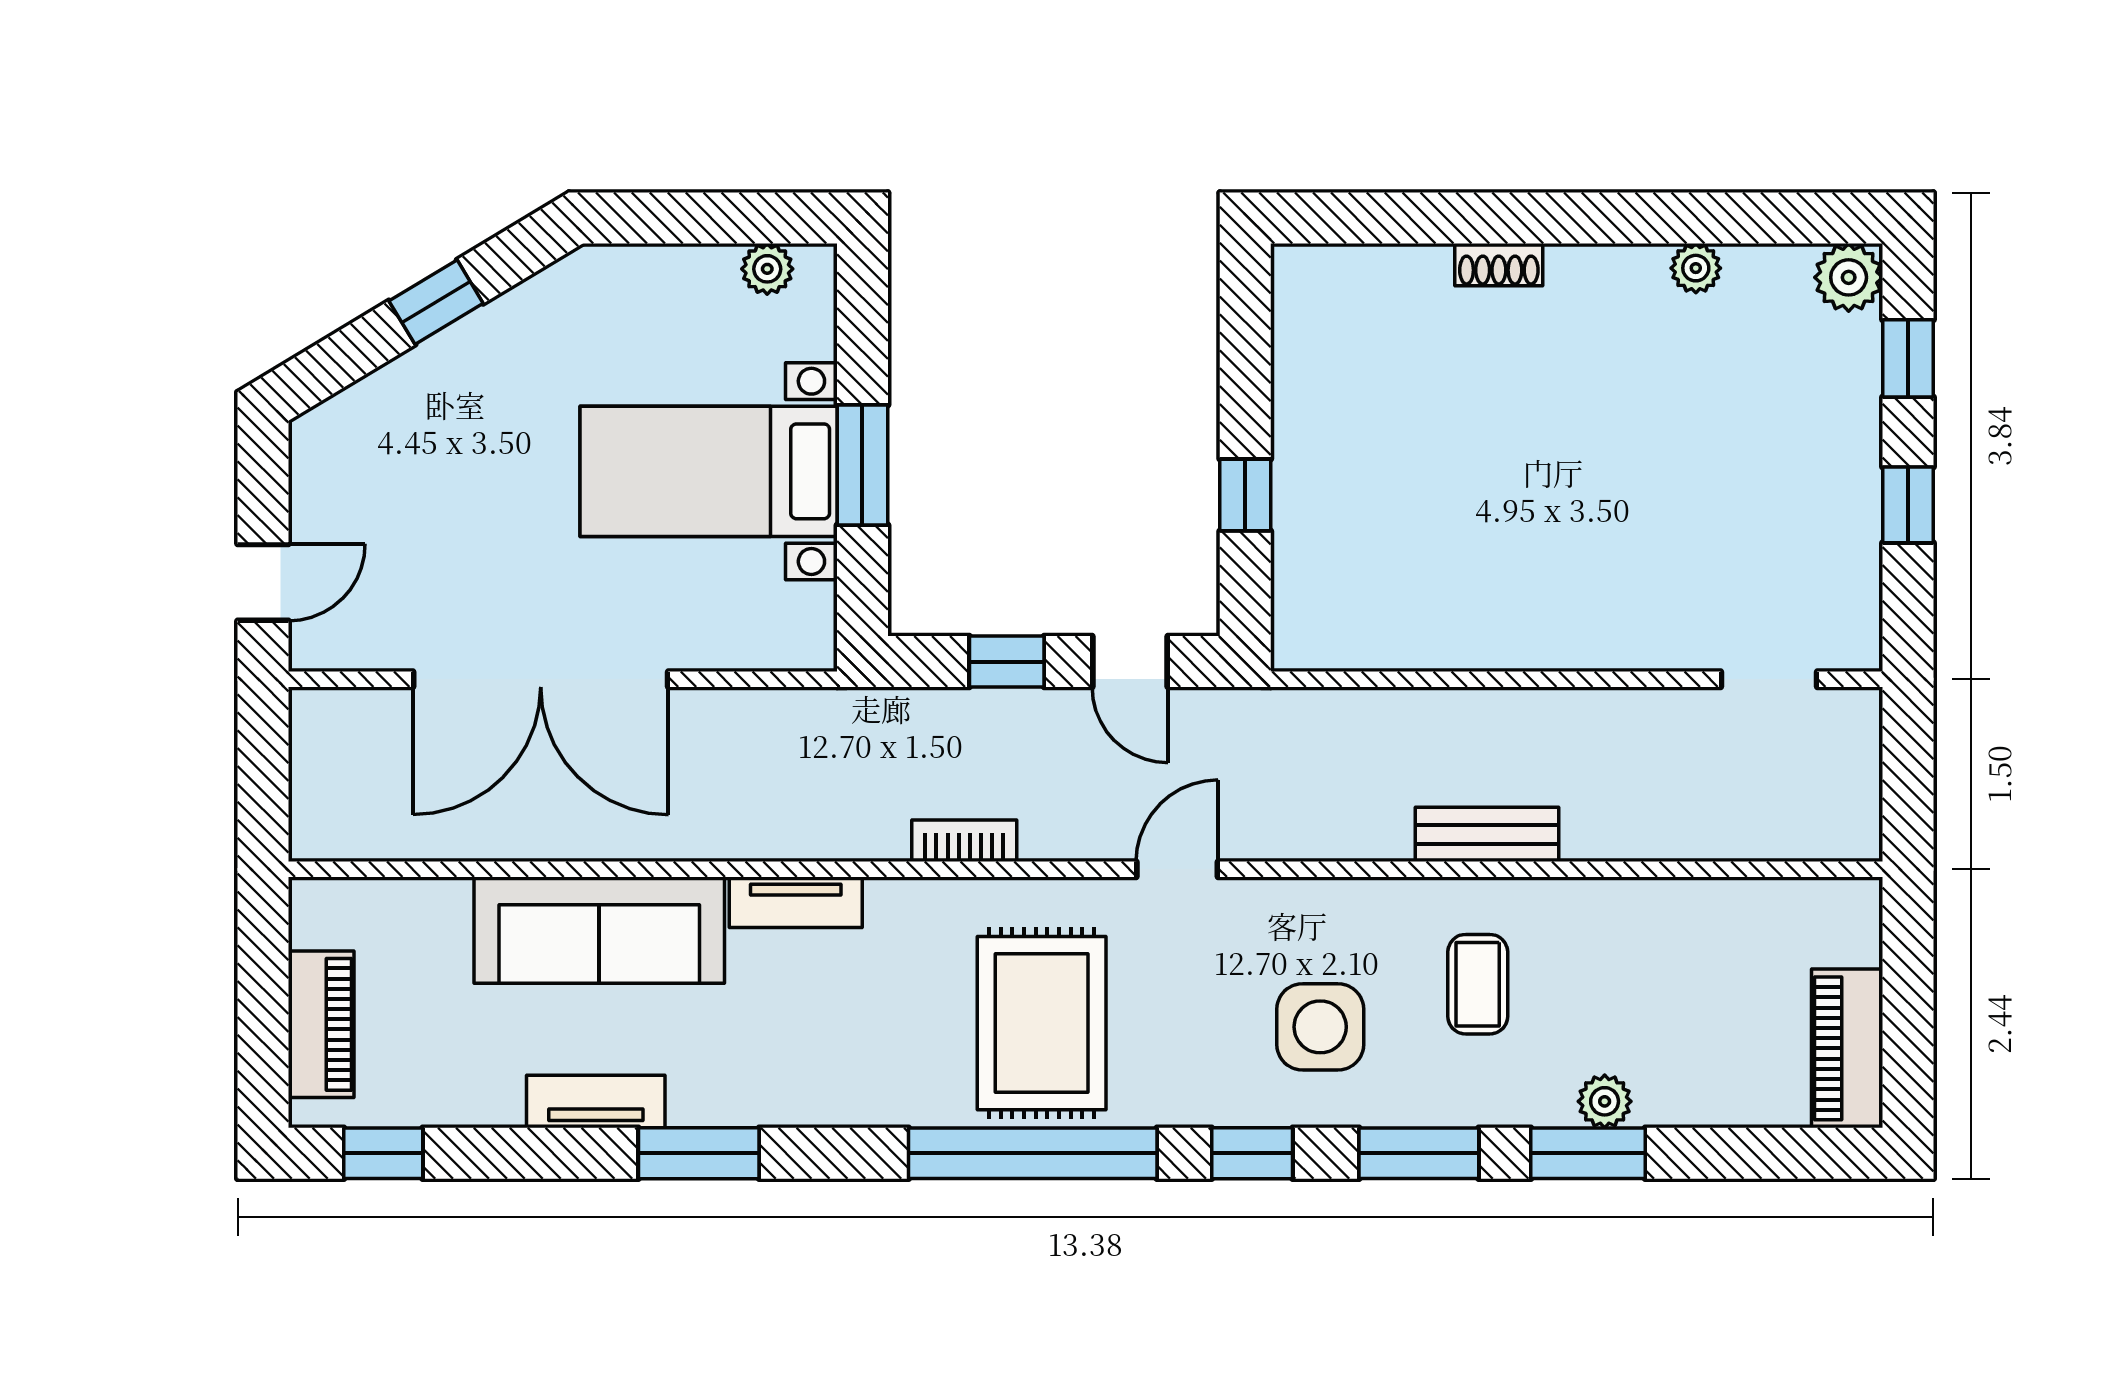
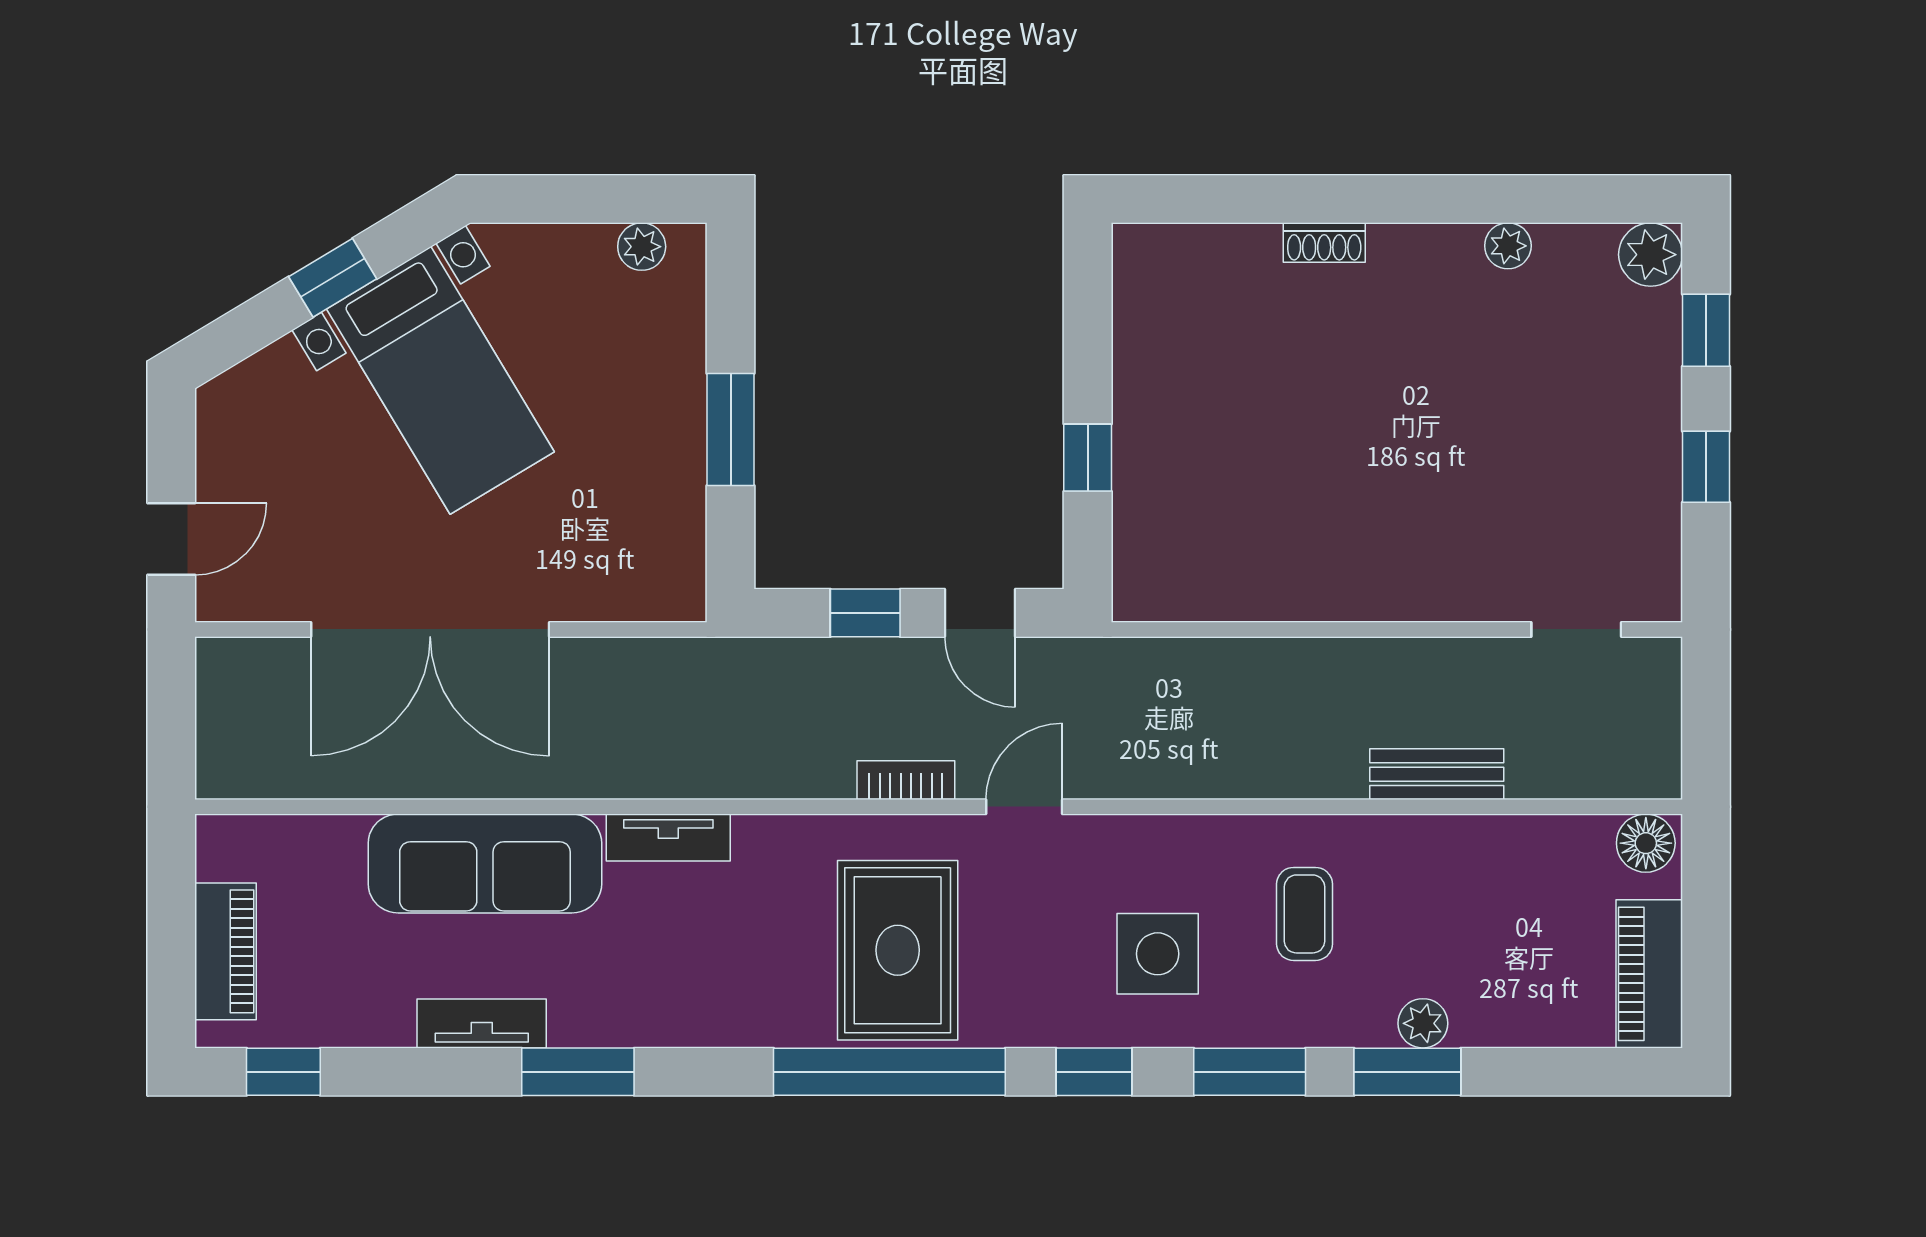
bed with nightstands: (709, 471) -> (440, 380), moved, turned -121
bench: (1487, 834) -> (1437, 774), moved
bookcase: (964, 841) -> (906, 780), moved
floor lamp: (1844, 908) -> (1646, 843), added

